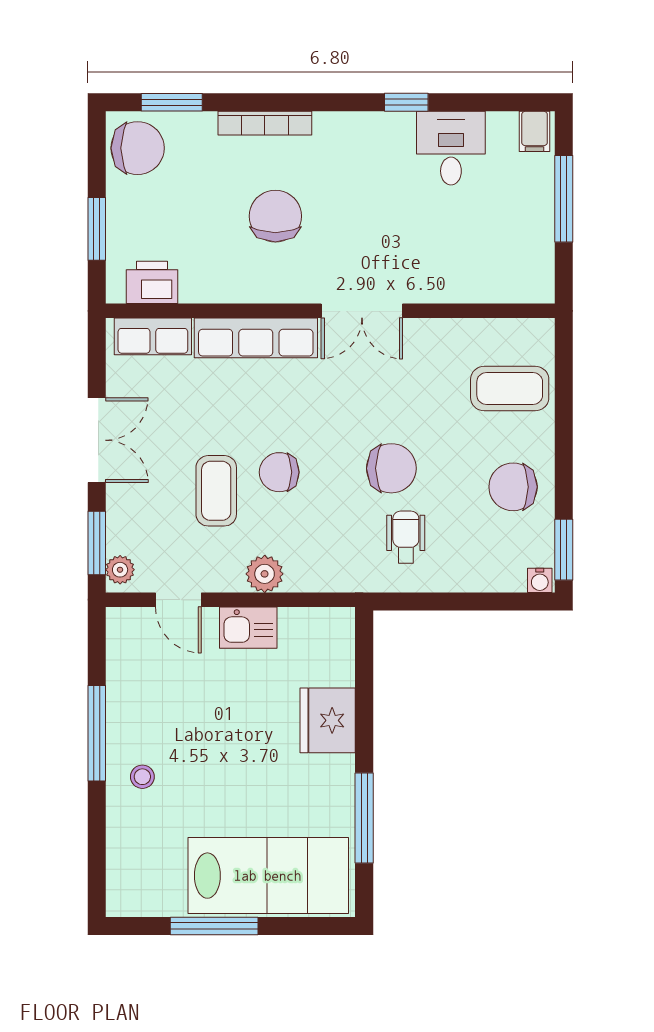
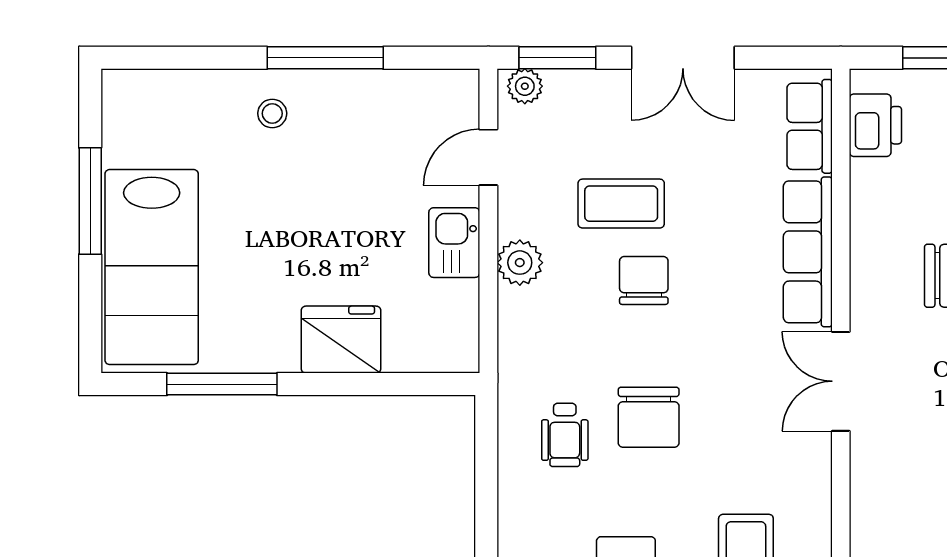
wheelchair: (406, 537) -> (565, 435), turned 90

